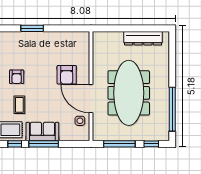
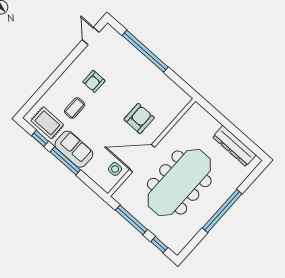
window: (32, 28) -> (145, 51), width x2.11
armchair: (67, 75) -> (139, 119), turned 180
door: (91, 99) -> (142, 158), hinge flipped
window: (172, 109) -> (222, 211), moved

